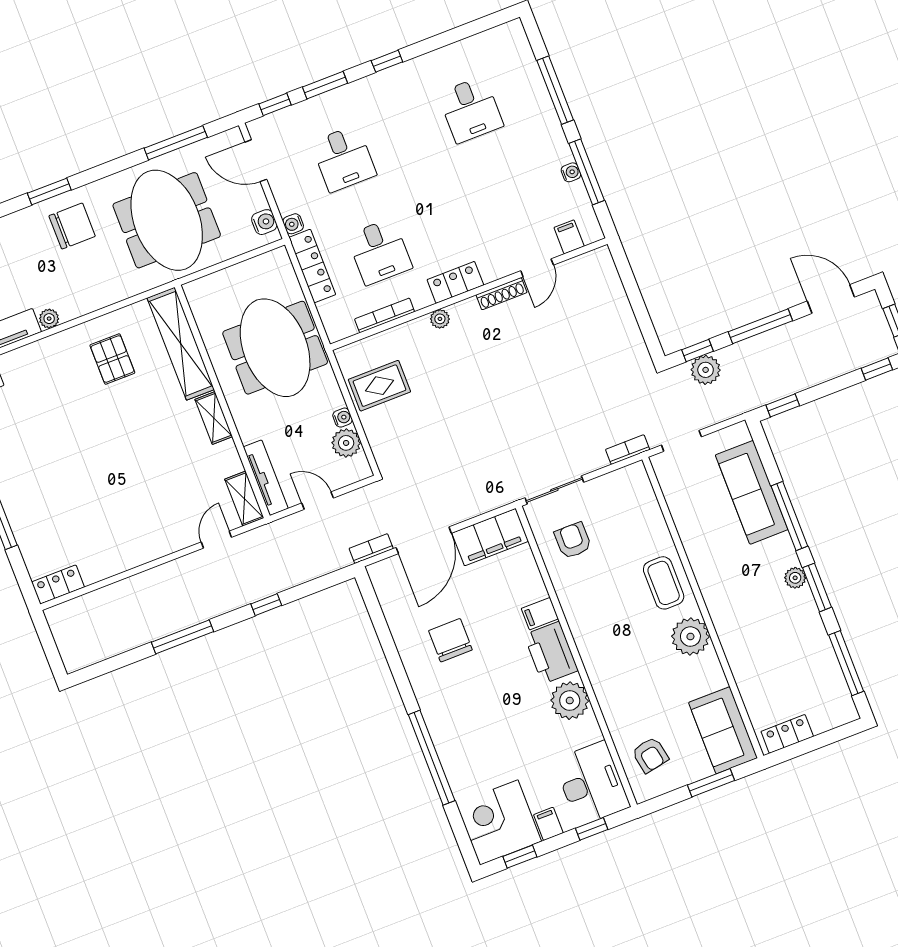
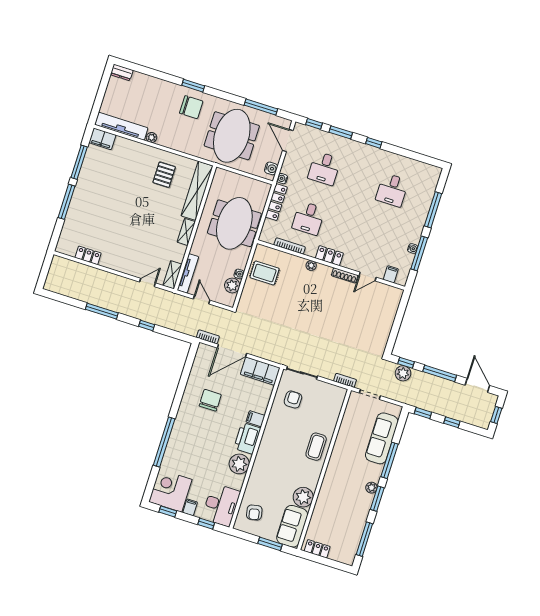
window: (877, 369) -> (452, 422), moved
locker: (58, 585) -> (88, 255), moved
plant: (690, 637) -> (303, 497), moved

